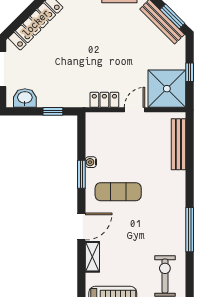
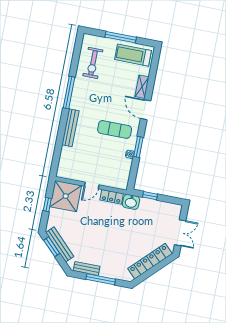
washbasin: (25, 98) -> (131, 202), moved
bench: (178, 144) -> (70, 128), moved
door: (81, 227) -> (146, 110), hinge flipped

